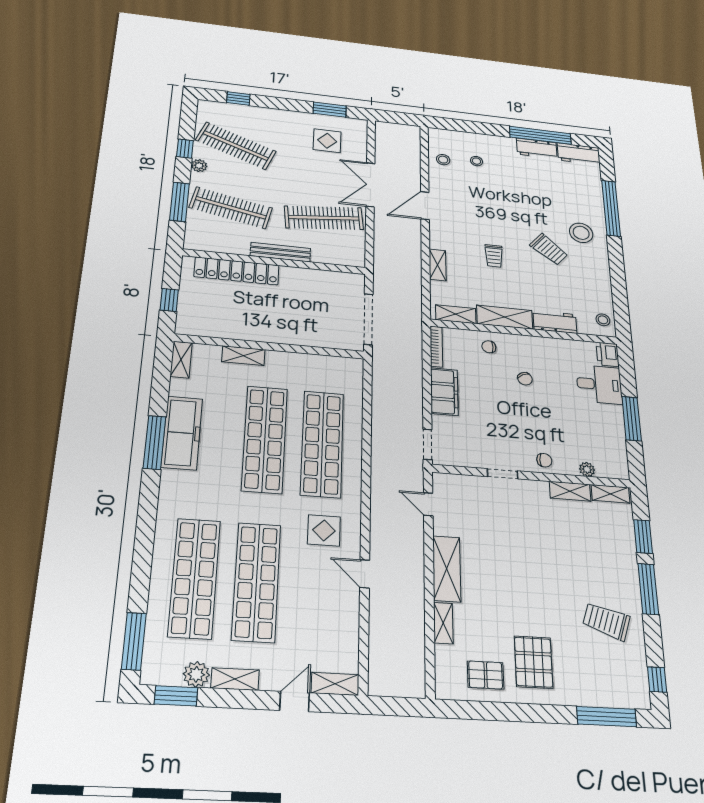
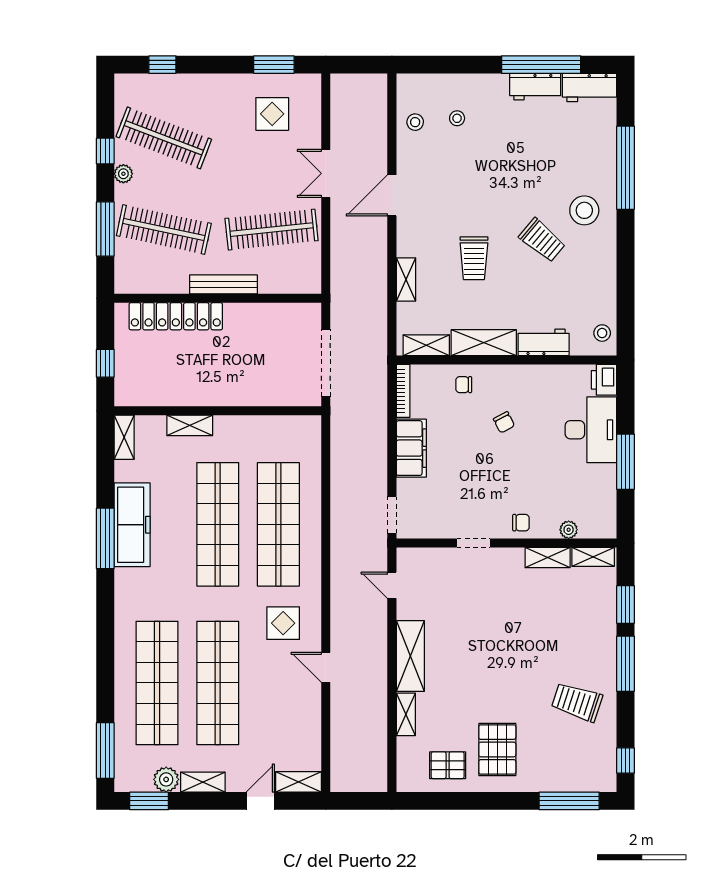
double door: (370, 185) -> (326, 173), width x0.73
trolley: (494, 256) -> (474, 258), width x1.36, depth x1.39
desk: (599, 384) -> (591, 430), width x1.37

